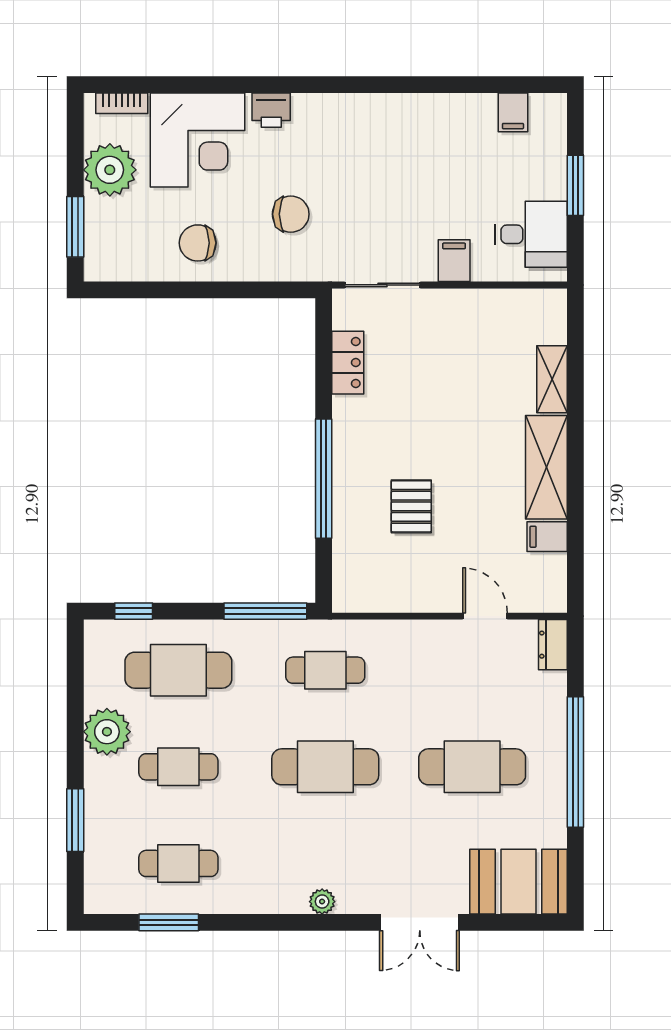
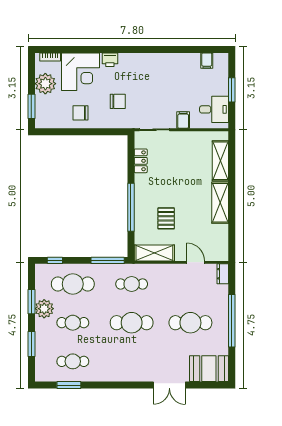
shelving: (552, 379) -> (220, 161), width x1.50, depth x1.33
filing cabinet: (547, 537) -> (220, 231), removed
shelving: (382, 593) -> (154, 253), added
window: (75, 714) -> (31, 302), added
plant: (322, 902) -> (130, 377), removed

